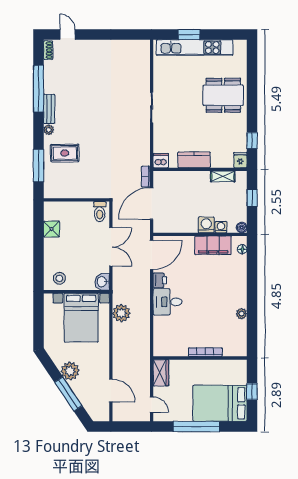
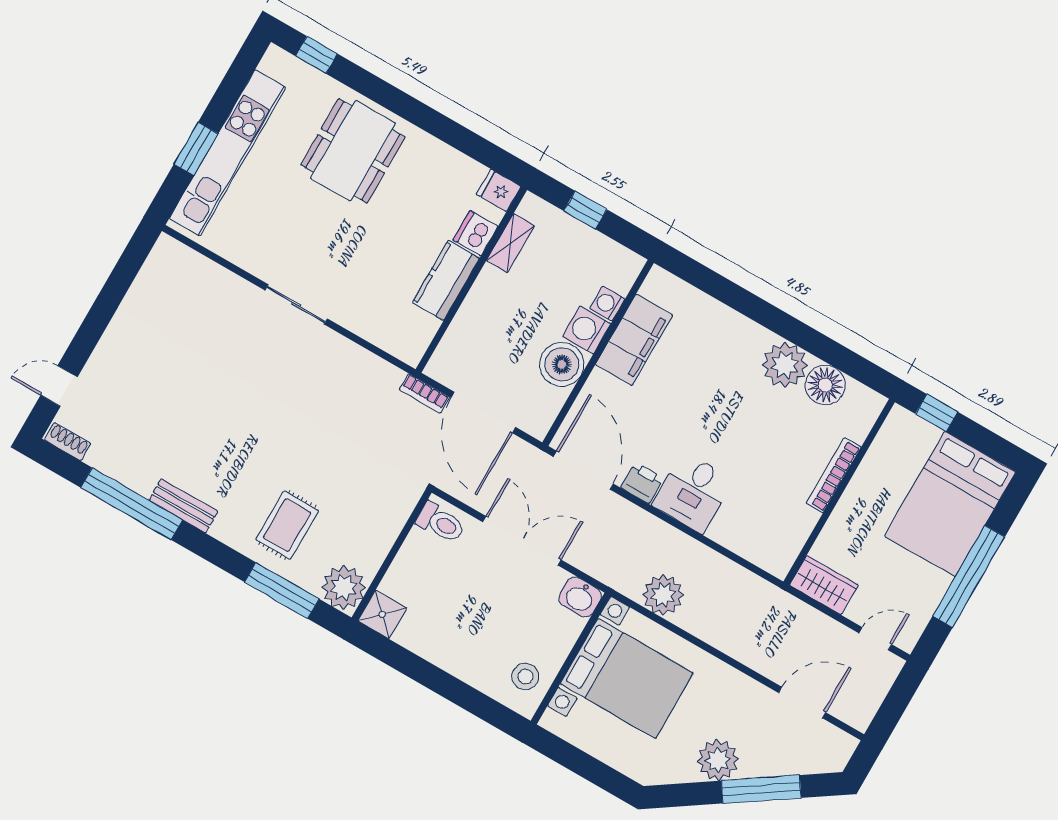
plant: (49, 130) -> (344, 587), moved, width x1.88, depth x1.88
window: (252, 141) -> (316, 55), moved
dishwasher: (161, 161) -> (475, 233), moved
boiler: (242, 228) -> (562, 364), moved, width x1.86, depth x1.86
shower: (51, 229) -> (382, 614), moved
floor lamp: (242, 249) -> (825, 385), moved, width x1.89, depth x1.89
plant: (242, 314) -> (785, 365), width x1.88, depth x1.88
window: (252, 392) -> (937, 413), moved

